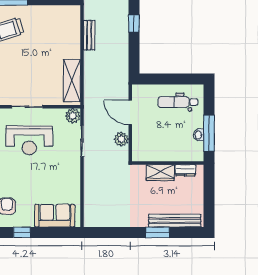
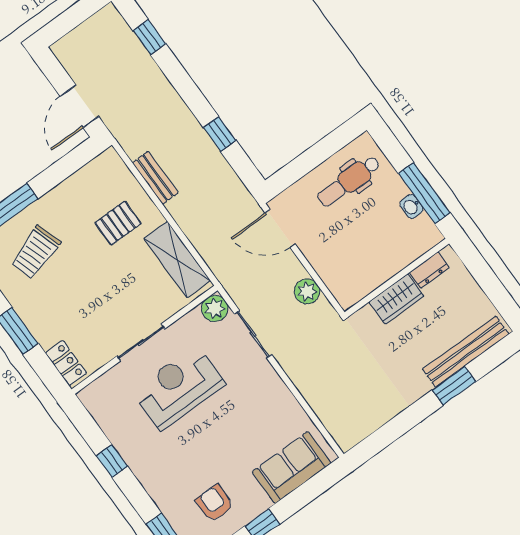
window: (134, 24) -> (220, 134), moved
pallet: (57, 44) -> (118, 223), added
door: (130, 113) -> (280, 228), moved
reception desk: (29, 140) -> (178, 387), turned 180

